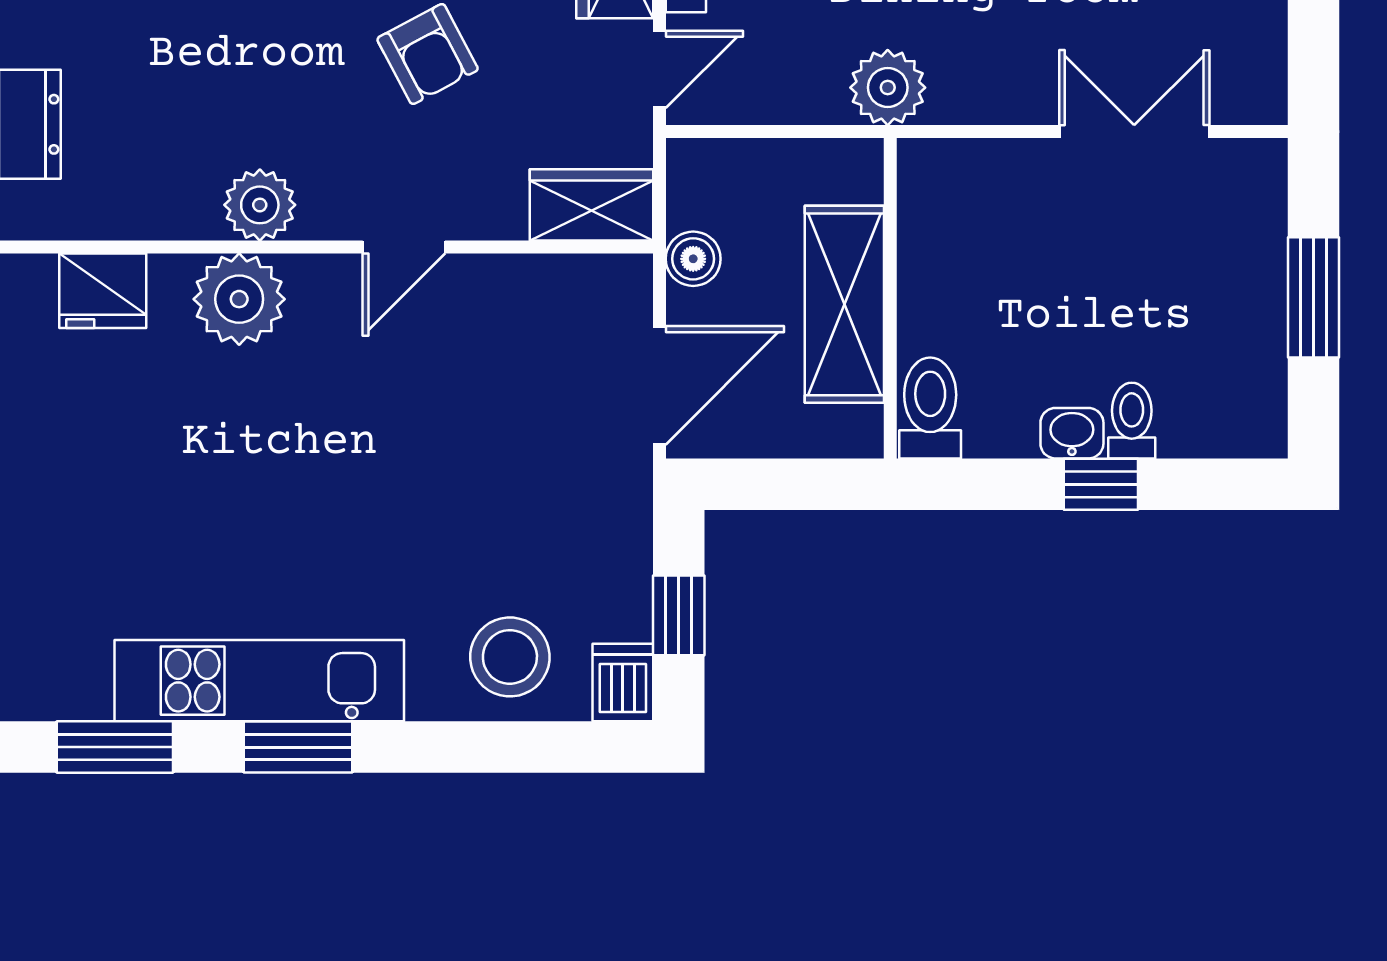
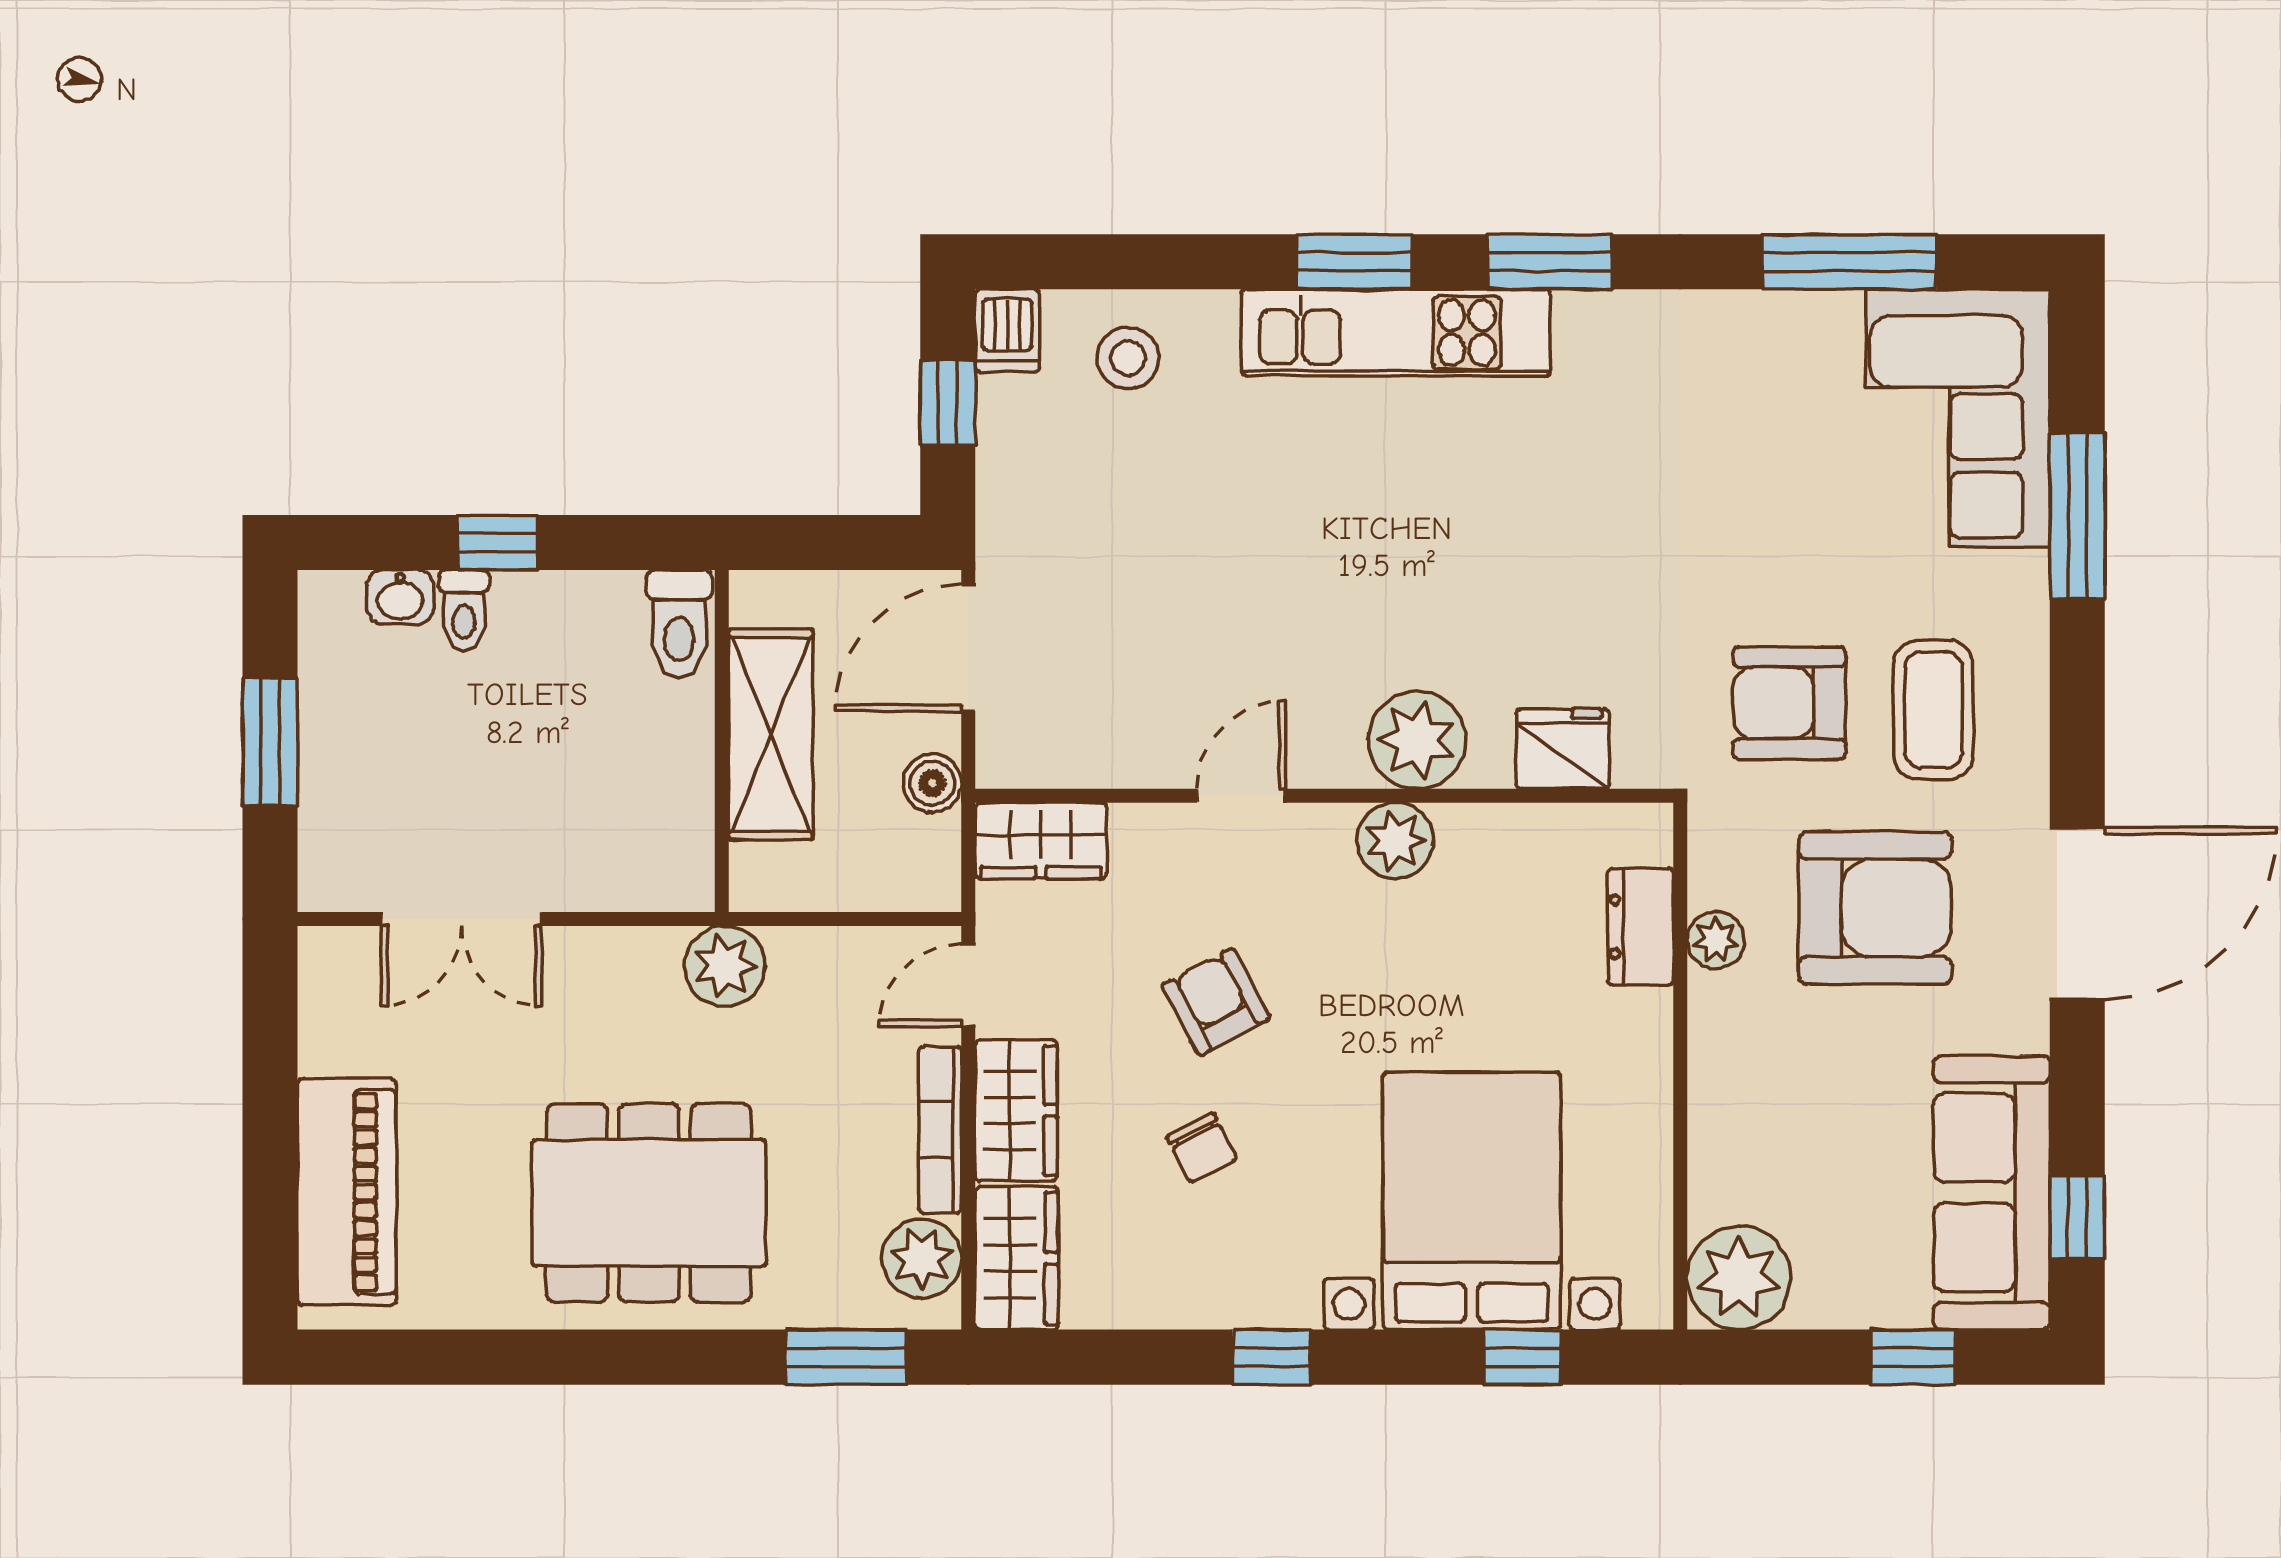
washbasin: (1072, 433) -> (400, 597), moved
stool: (510, 657) -> (1128, 358), width x0.73, depth x0.73

